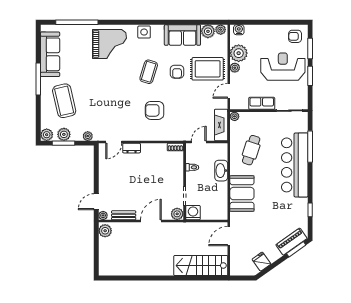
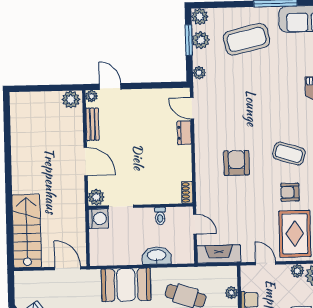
plant: (235, 116) -> (232, 293), moved

